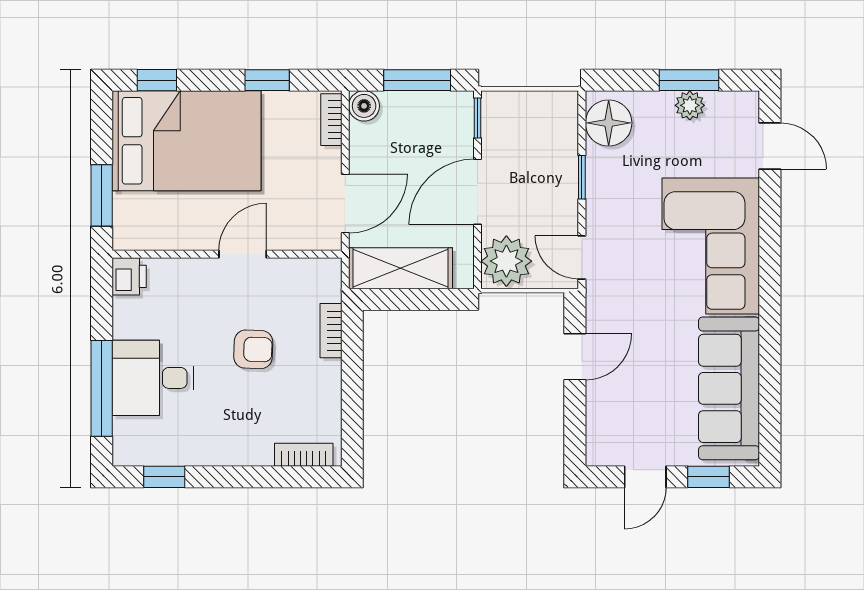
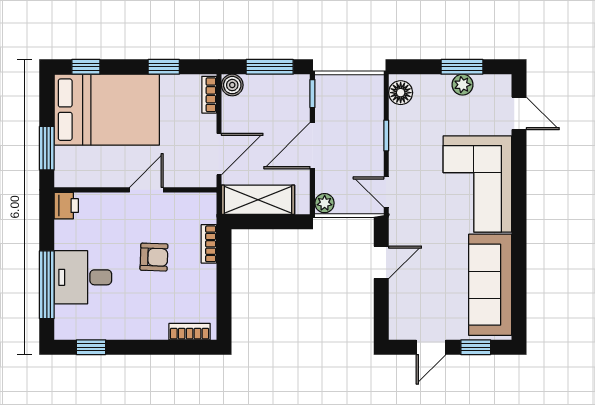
floor lamp: (609, 123) -> (401, 93), width x0.73, depth x0.73
plant: (506, 261) -> (325, 203), width x0.53, depth x0.53

